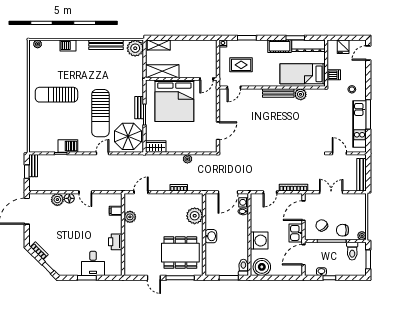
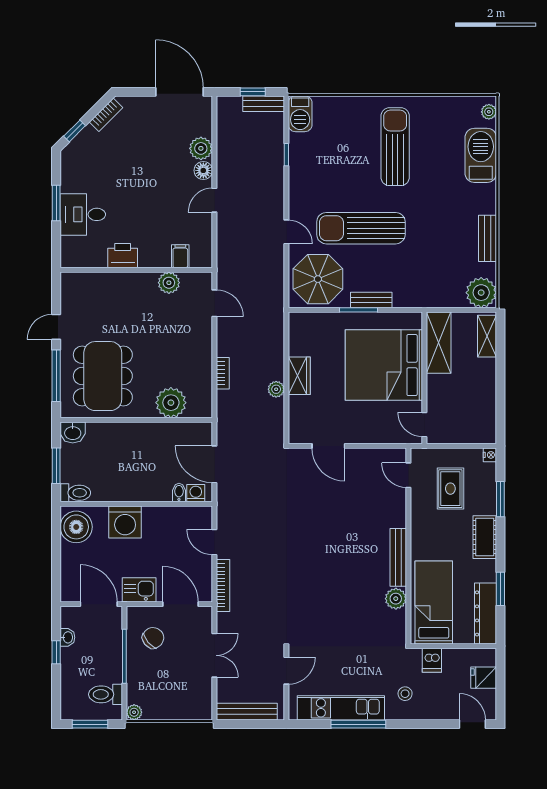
barbecue: (68, 45) -> (481, 155), width x1.88, depth x1.53
bench: (106, 45) -> (488, 238), width x0.73
cot: (279, 46) -> (485, 537), moved
barbecue: (68, 146) -> (300, 114), moved
wardrobe: (156, 146) -> (299, 376), moved
chair: (343, 230) -> (144, 676), removed
washbasin: (211, 236) -> (73, 432), moved

